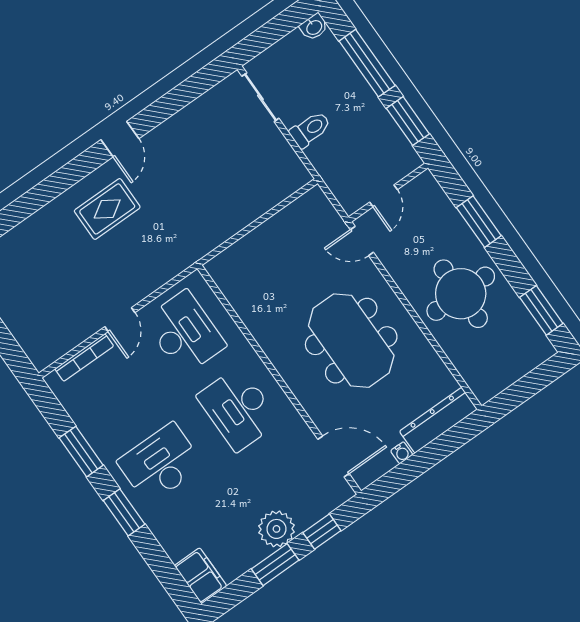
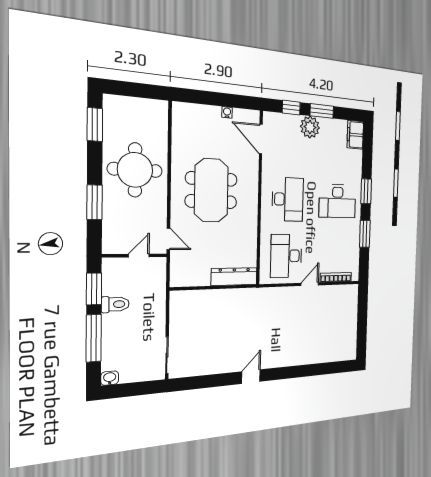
toilet: (310, 129) -> (115, 304), moved, turned 180
rug: (107, 209) -> (280, 344), removed
dresser: (438, 420) -> (234, 277), moved, turned 180

